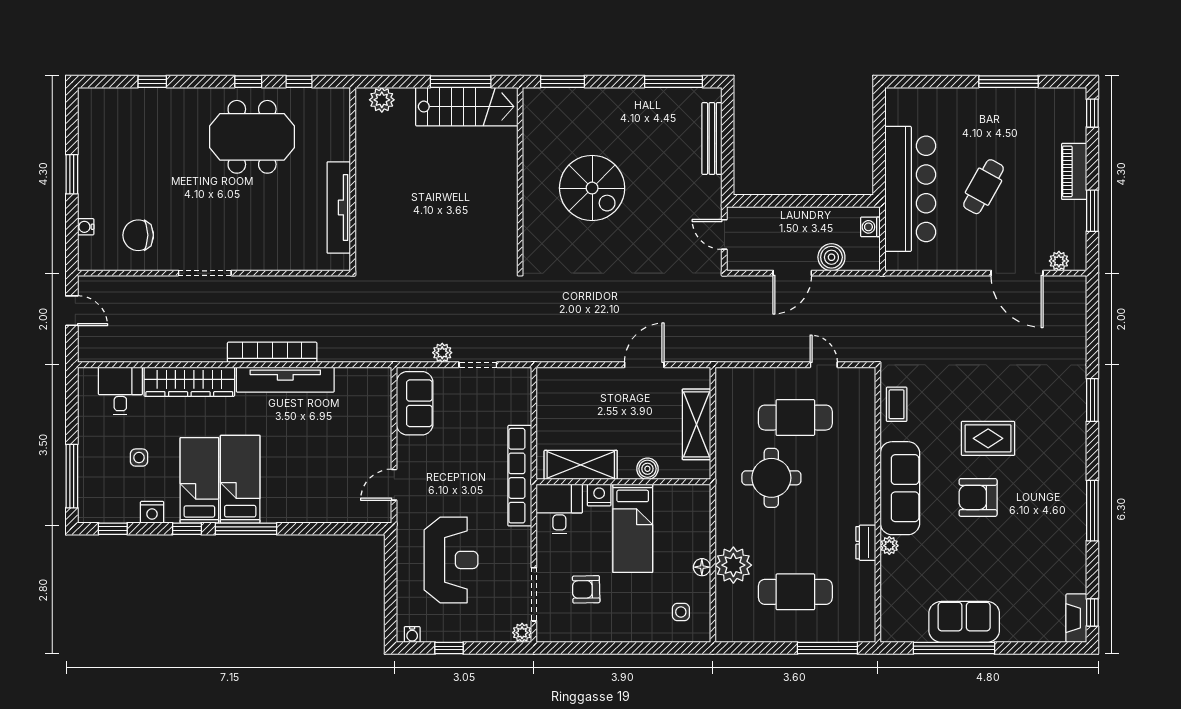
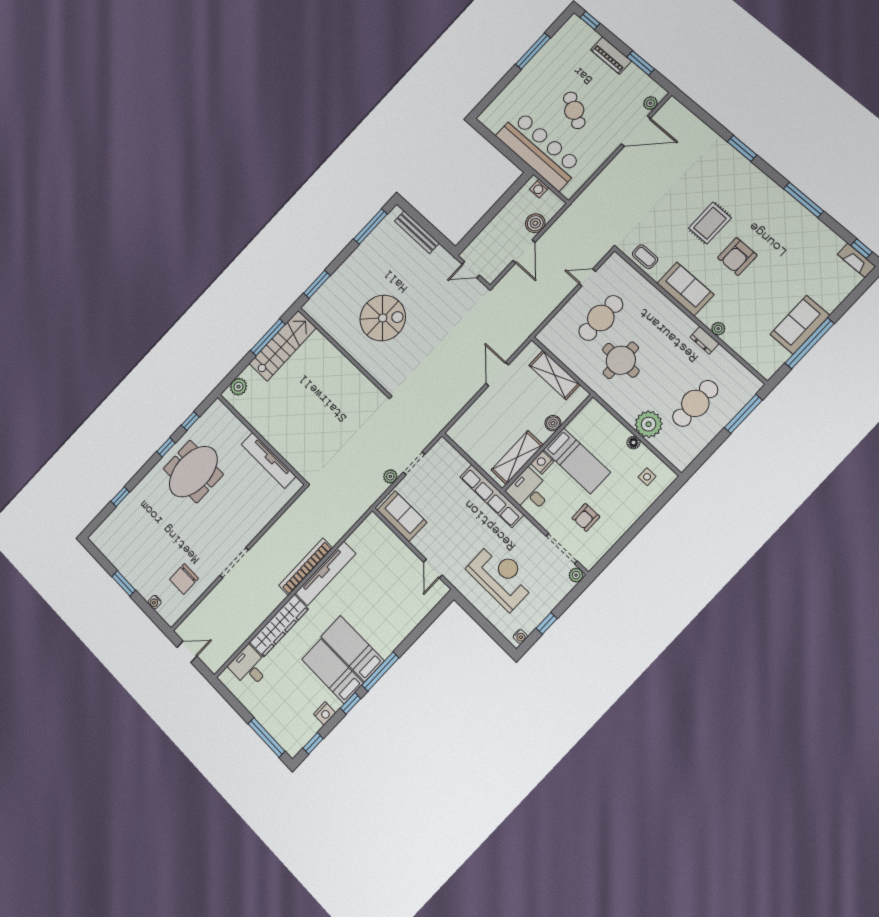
side table: (139, 458) -> (291, 692), removed
sofa: (900, 488) -> (685, 289), width x0.73

